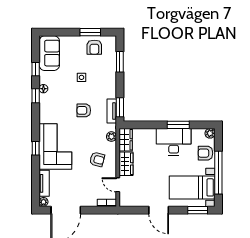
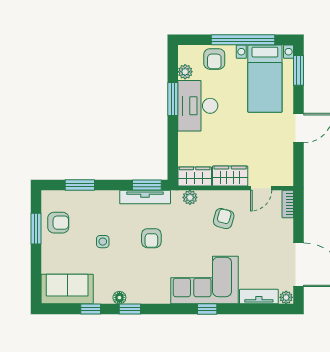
tv unit: (112, 111) -> (145, 197), width x1.41
plant: (210, 133) -> (185, 72), moved

